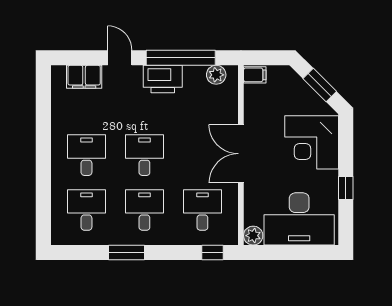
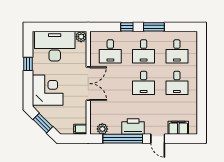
window: (213, 252) -> (127, 27), moved

